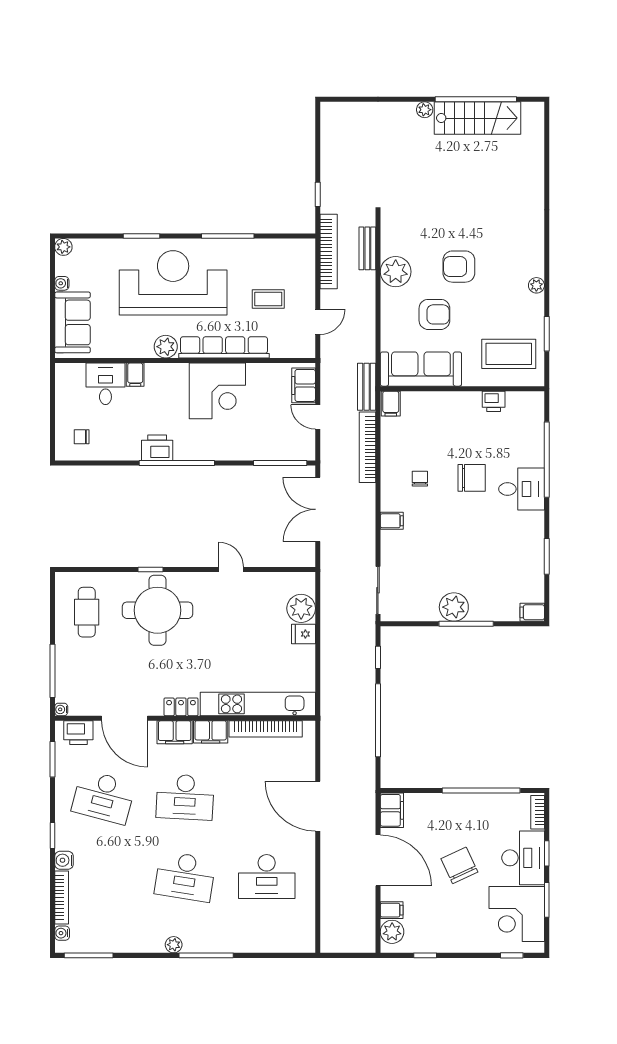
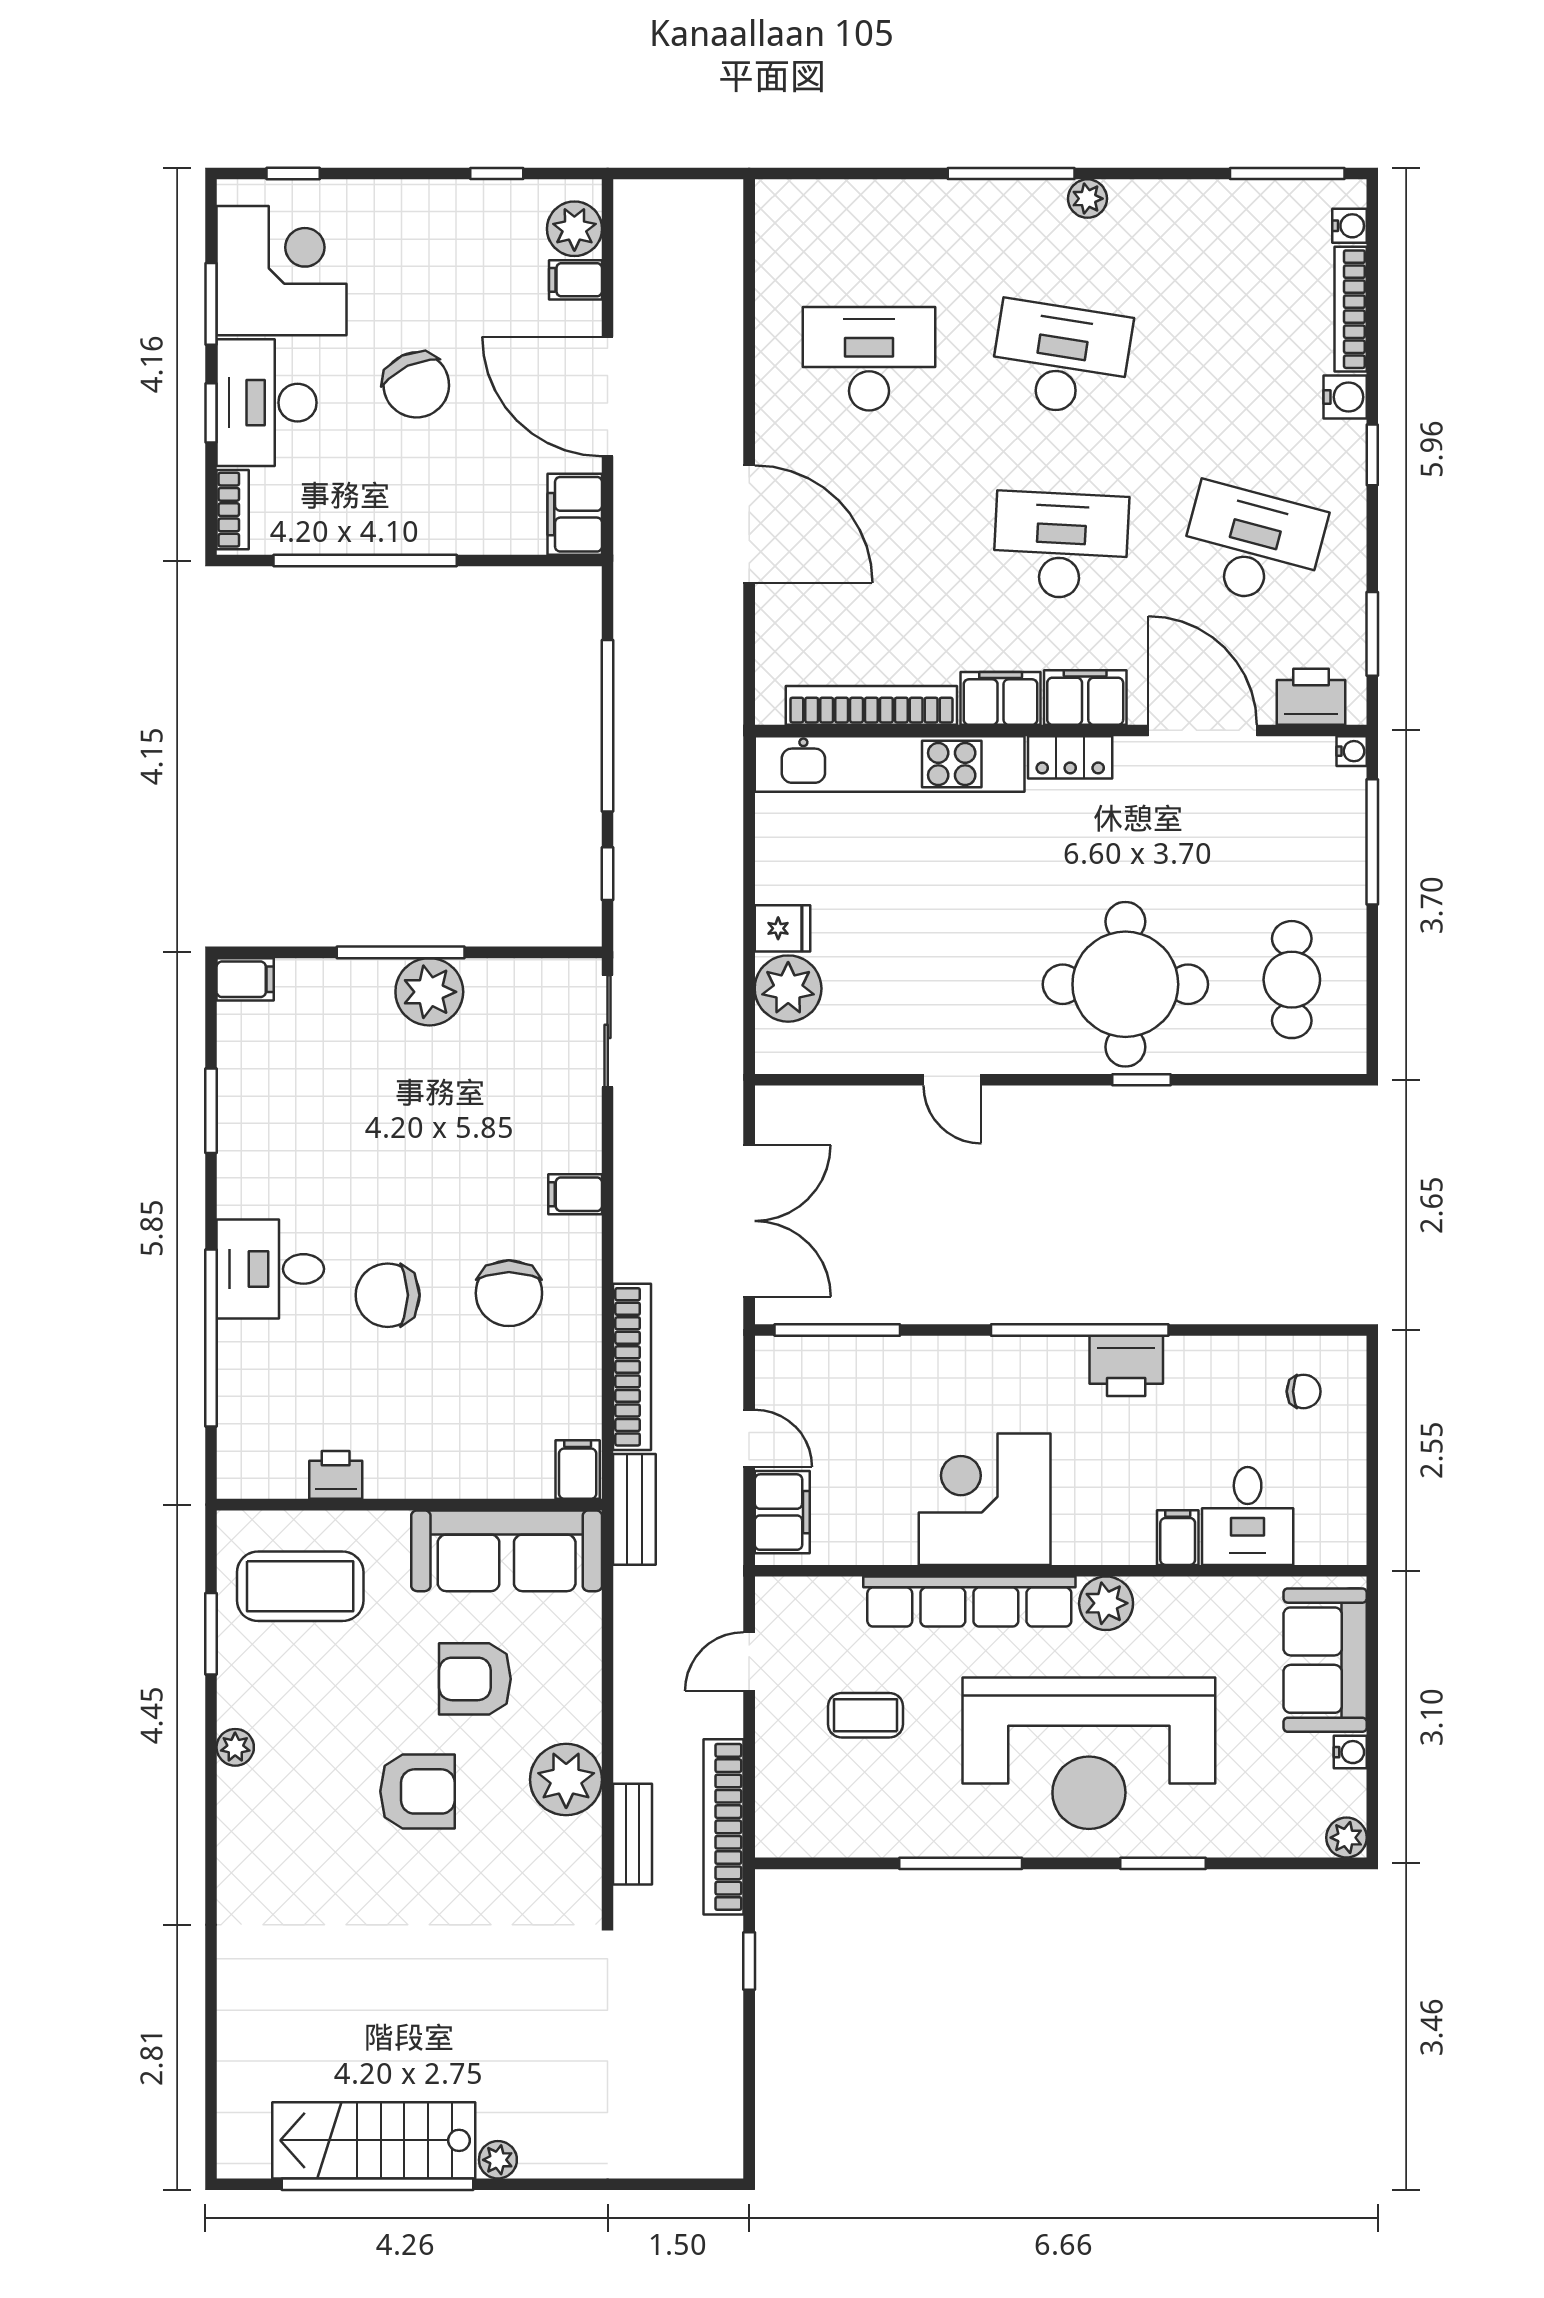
chair: (420, 479) -> (509, 1293), width x1.87, depth x1.87

